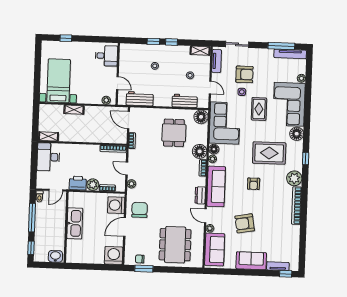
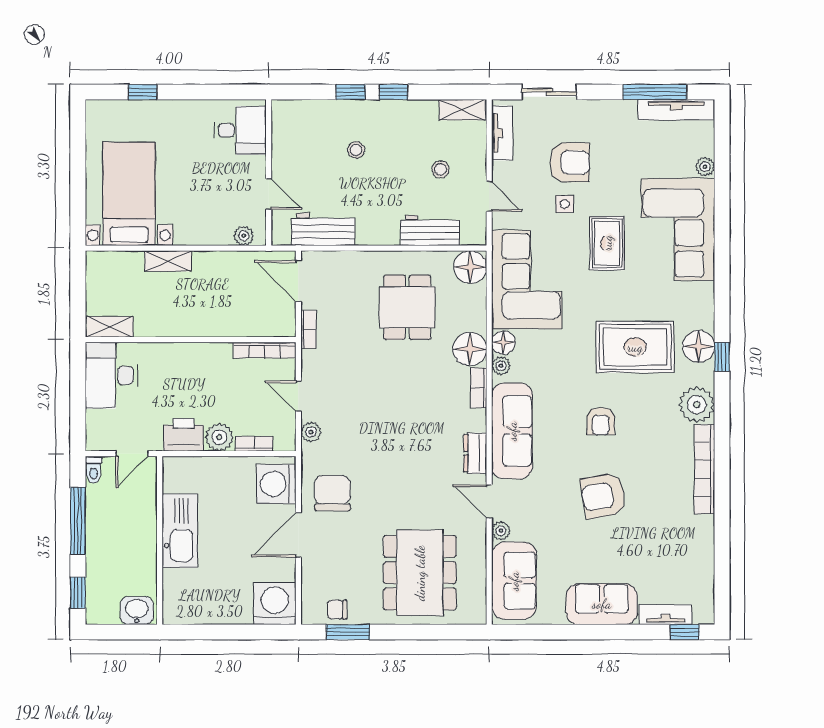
floor lamp: (297, 134) -> (699, 346), moved
armchair: (245, 223) -> (603, 496), moved

